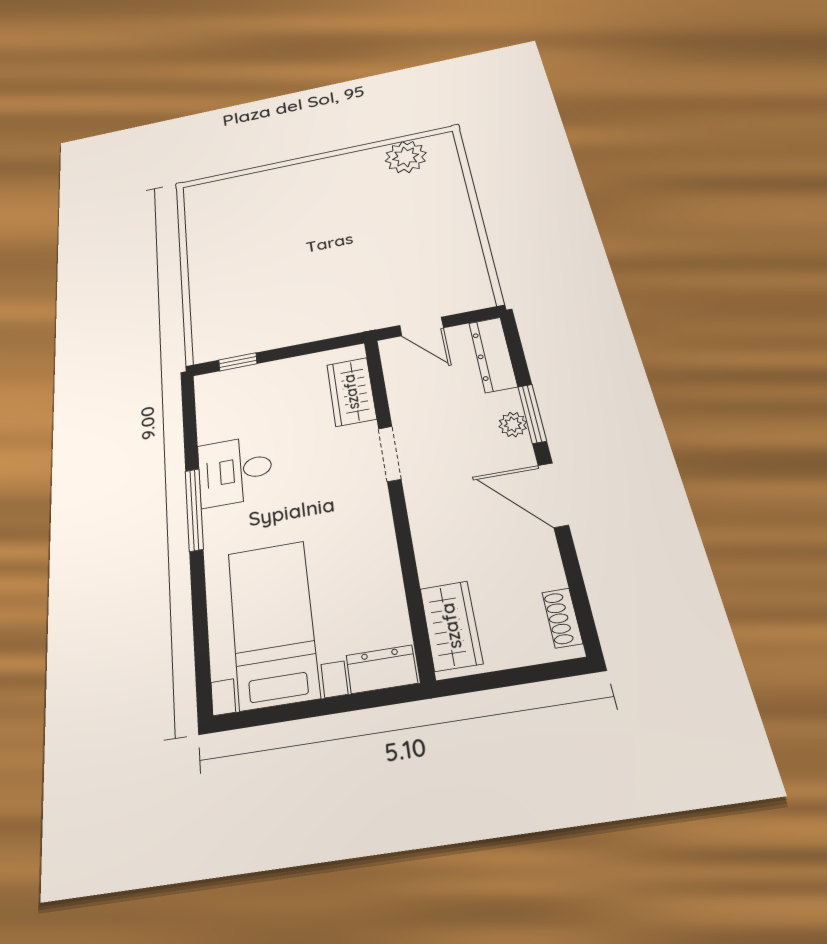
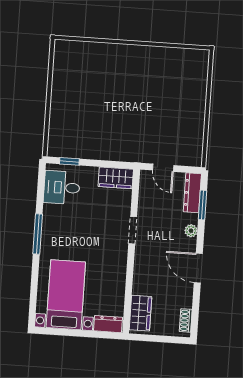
plant: (406, 157) -> (180, 59), removed
wardrobe: (351, 392) -> (116, 178), moved, turned -90
window: (532, 414) -> (203, 205), moved
desk: (235, 471) -> (62, 187), moved

